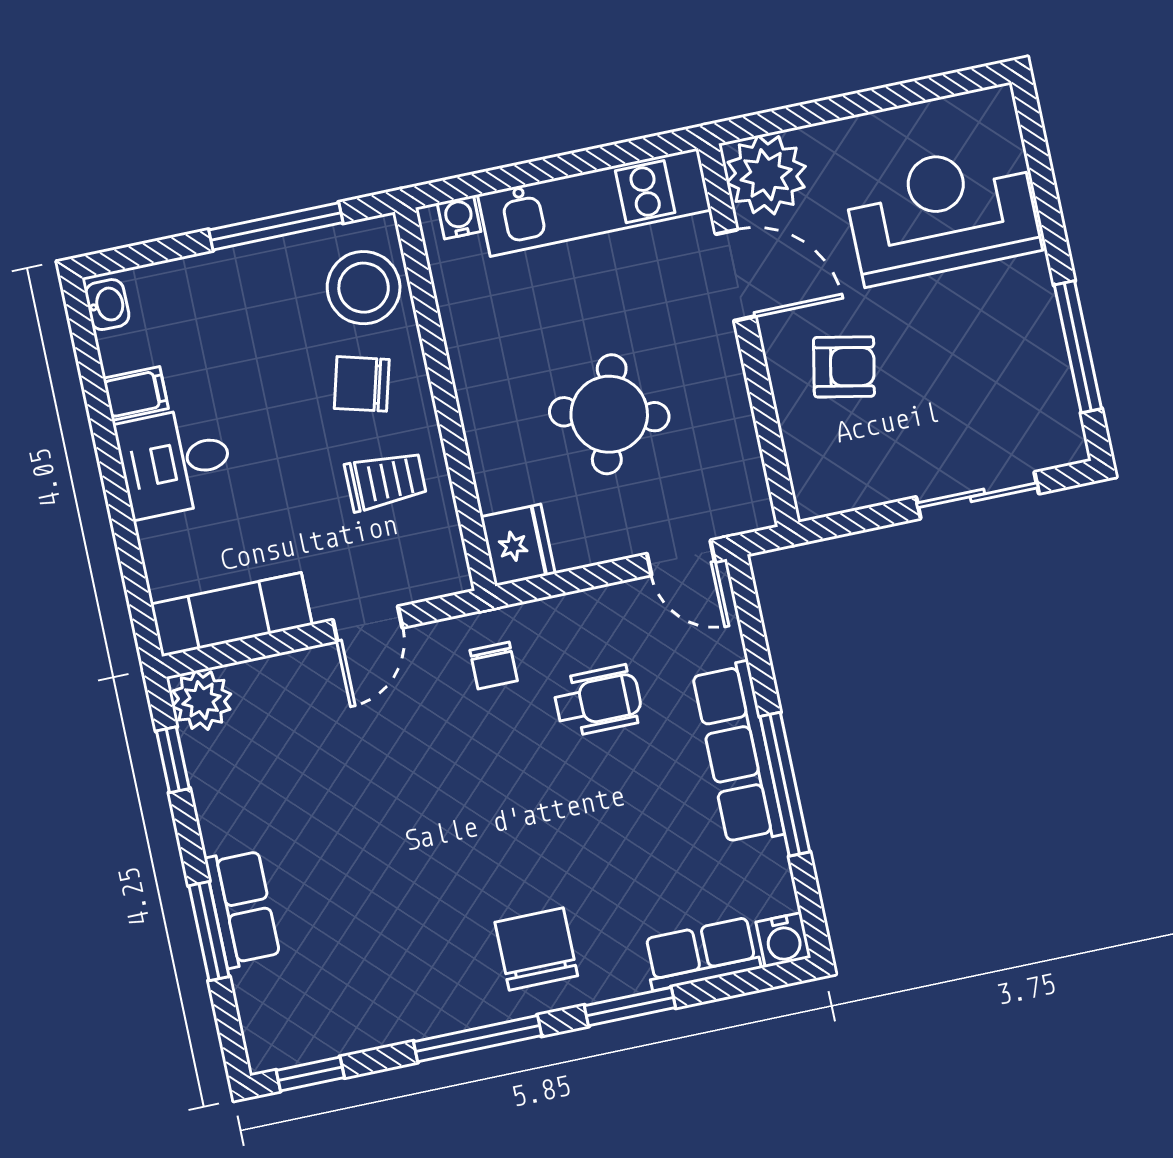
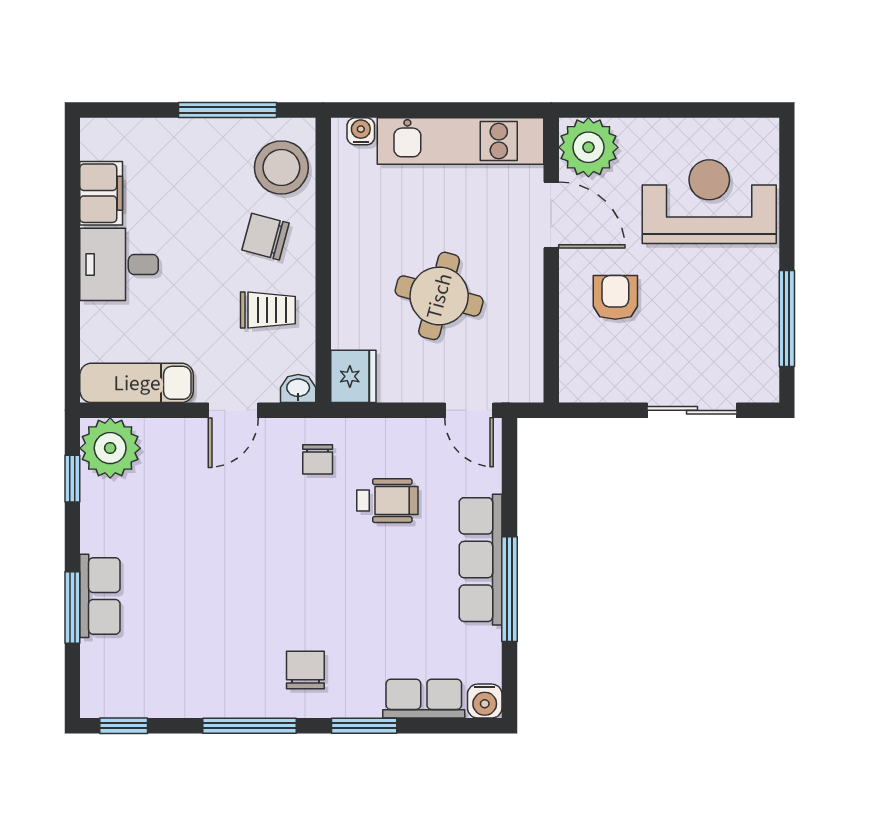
washbasin: (107, 305) -> (298, 389), moved, turned -90
armchair: (844, 367) -> (615, 297), turned -101
filing cabinet: (136, 393) -> (101, 193), width x2.00
plant: (202, 700) -> (110, 448), width x1.36, depth x1.36
chair: (536, 949) -> (305, 670), width x0.73, depth x0.73

